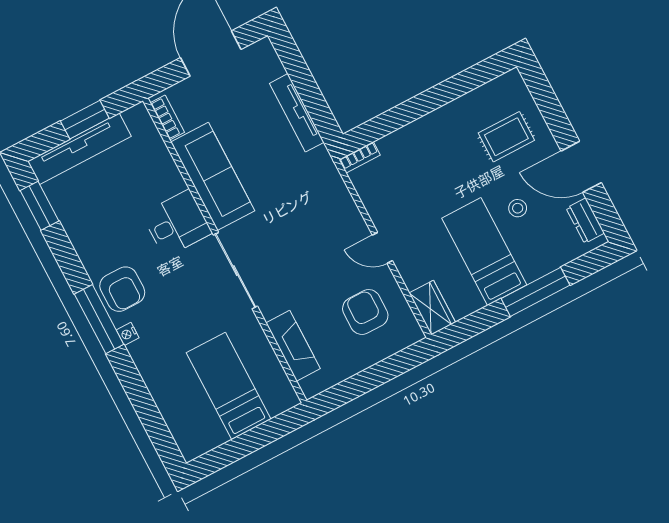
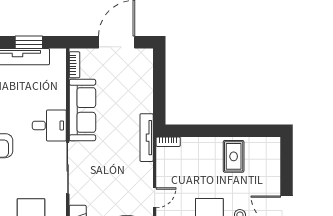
tv unit: (297, 113) -> (147, 138), moved
rug: (506, 137) -> (234, 156), moved, turned 90
door: (382, 248) -> (155, 198), swing flipped

